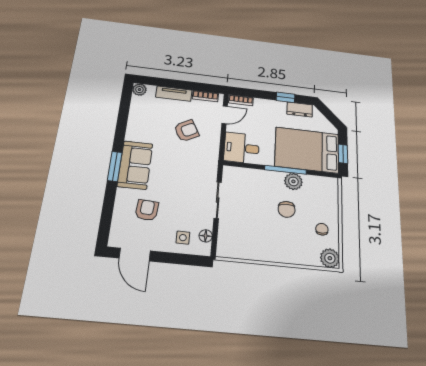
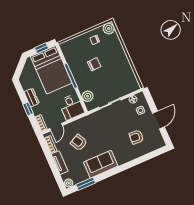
window: (286, 97) -> (28, 109), moved
dresser: (300, 109) -> (32, 98), moved
door: (225, 115) -> (56, 127), swing flipped
sofa: (135, 165) -> (101, 164), moved
window: (115, 166) -> (86, 184), moved
plant: (293, 181) -> (88, 96), moved
door: (135, 255) -> (158, 120), moved

